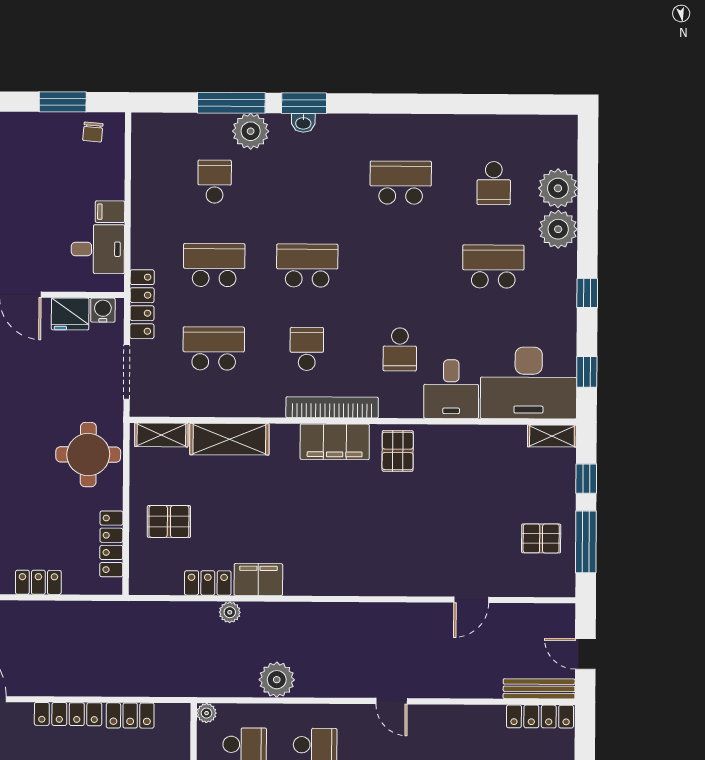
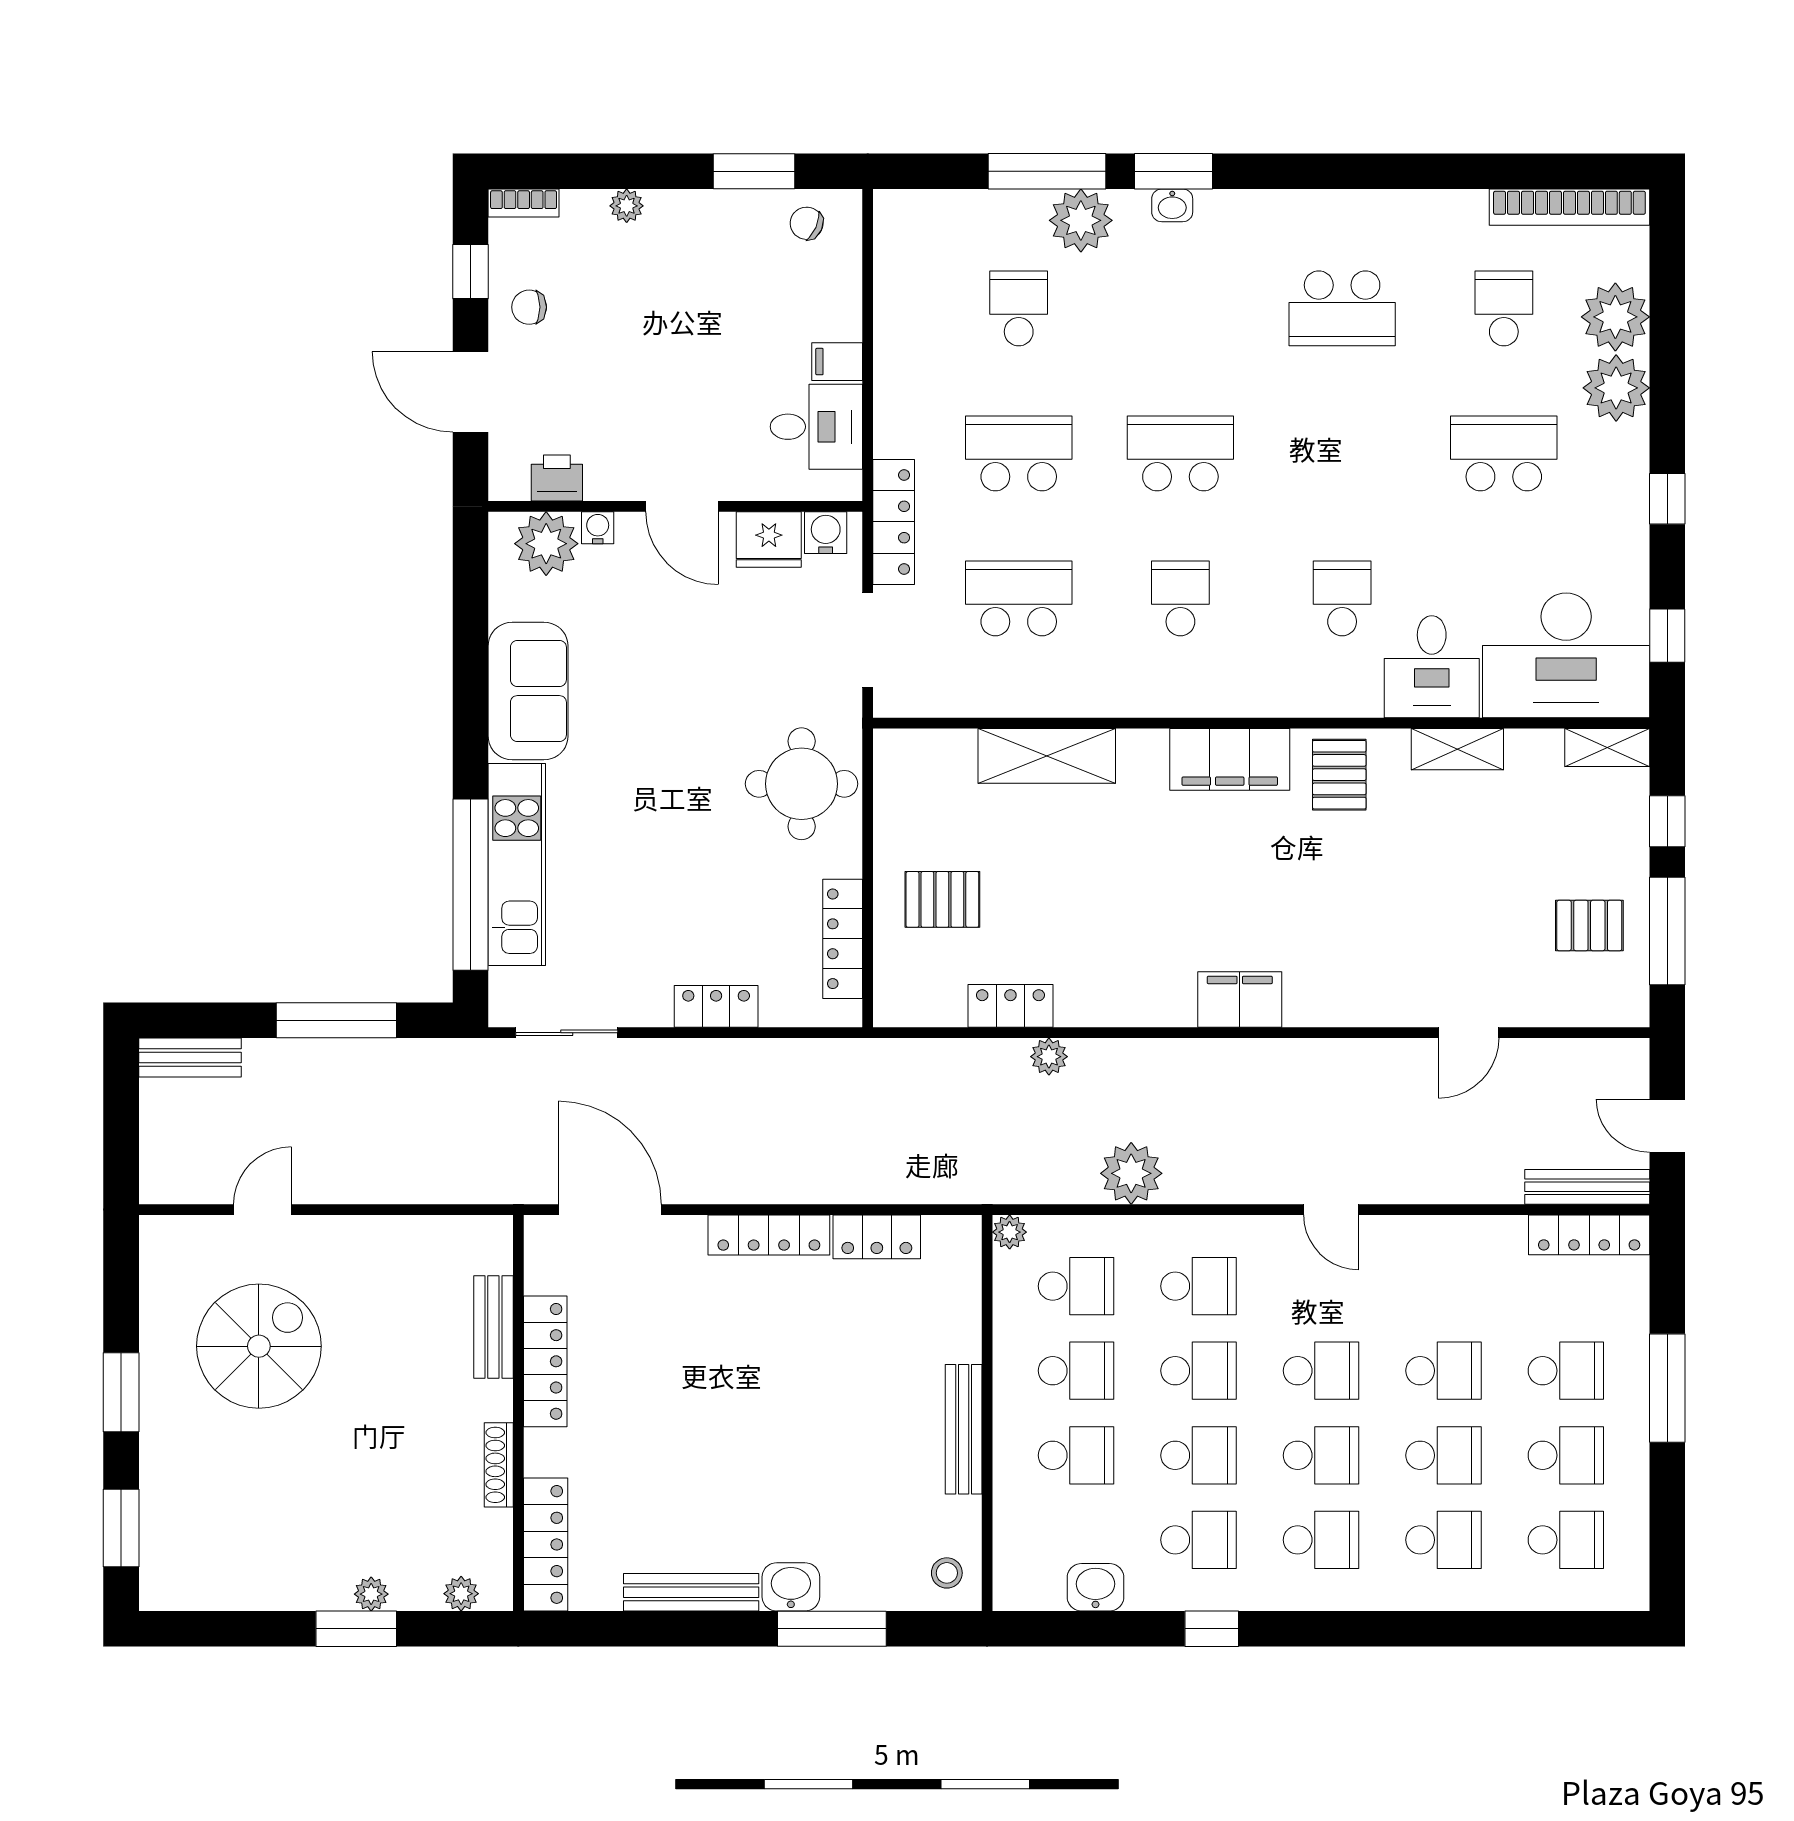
chair: (93, 132) -> (807, 223), turned 109
school desk: (401, 183) -> (1342, 308), turned 180
school desk: (494, 183) -> (1504, 308), turned 180
school desk: (400, 349) -> (1342, 598), turned 180
bookcase: (332, 407) -> (1569, 207), moved, turned 180
shelving: (161, 435) -> (1457, 749), moved
filing cabinet: (258, 580) -> (1240, 999), moved

